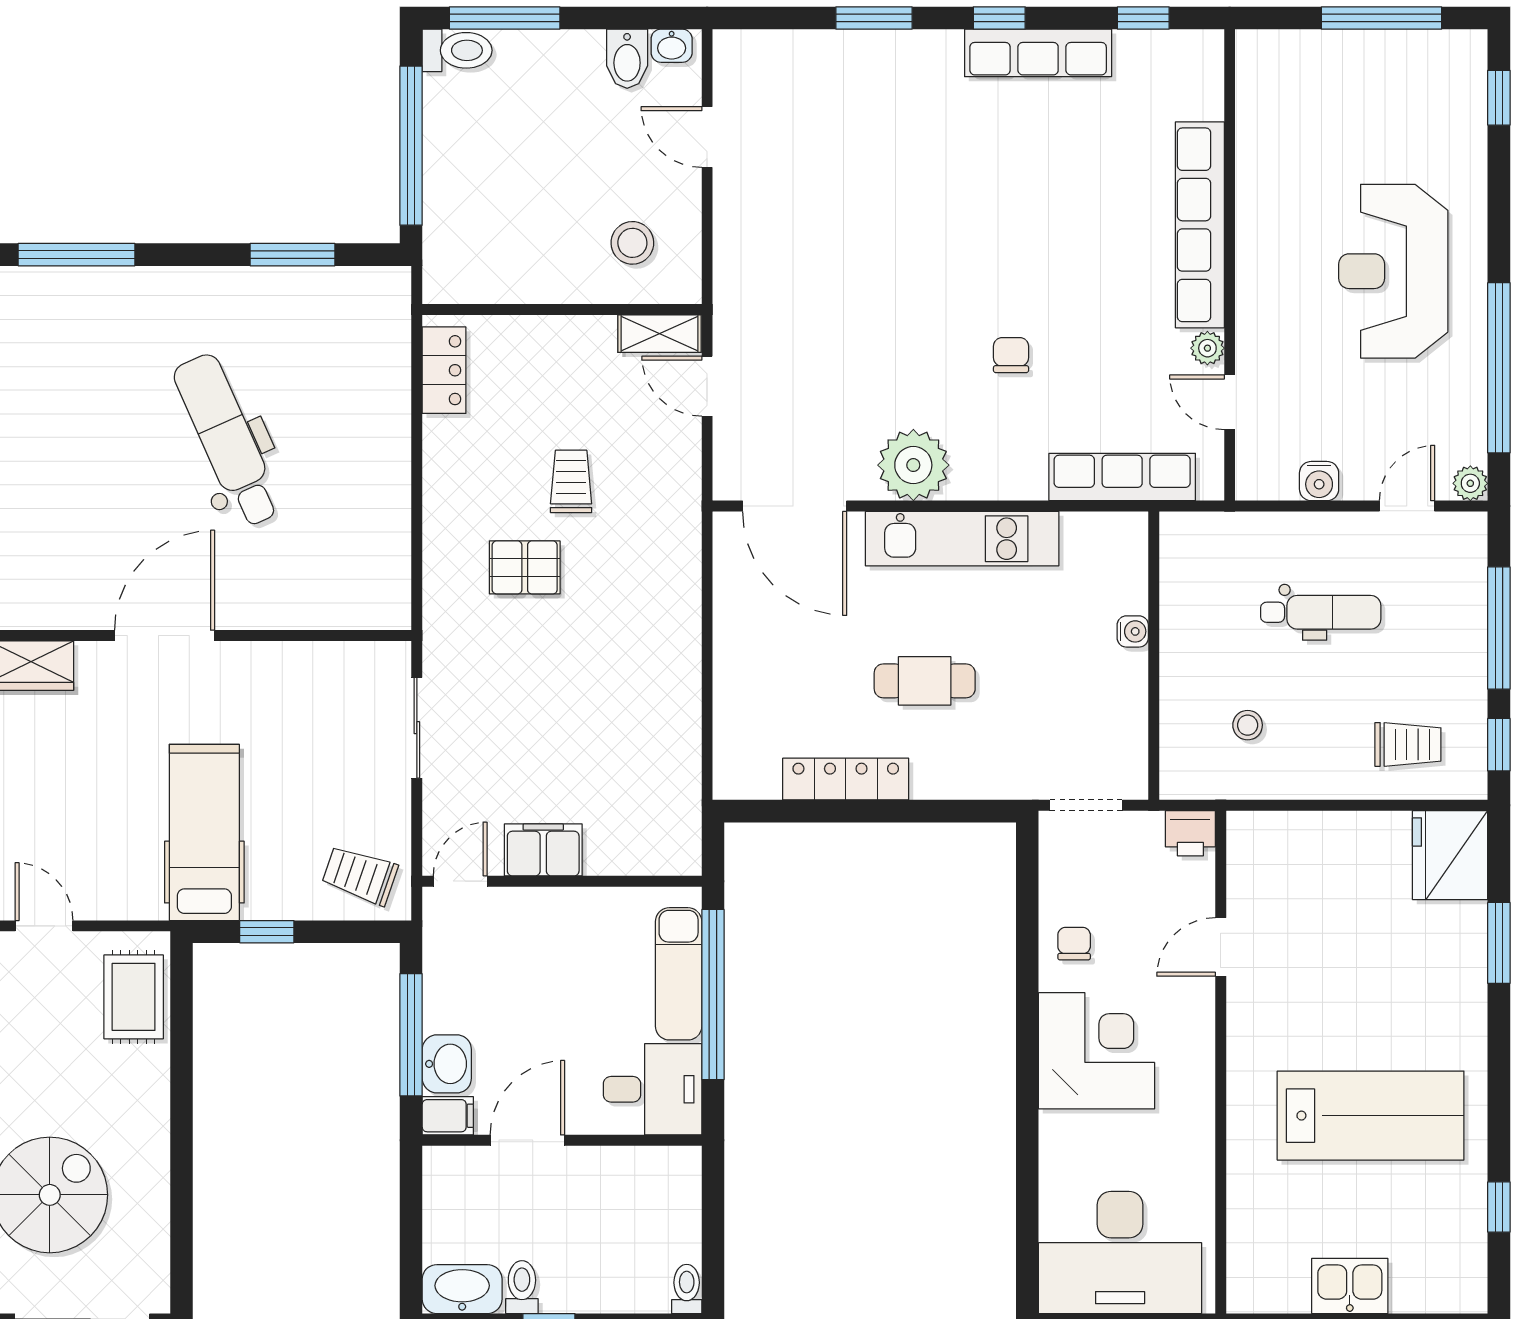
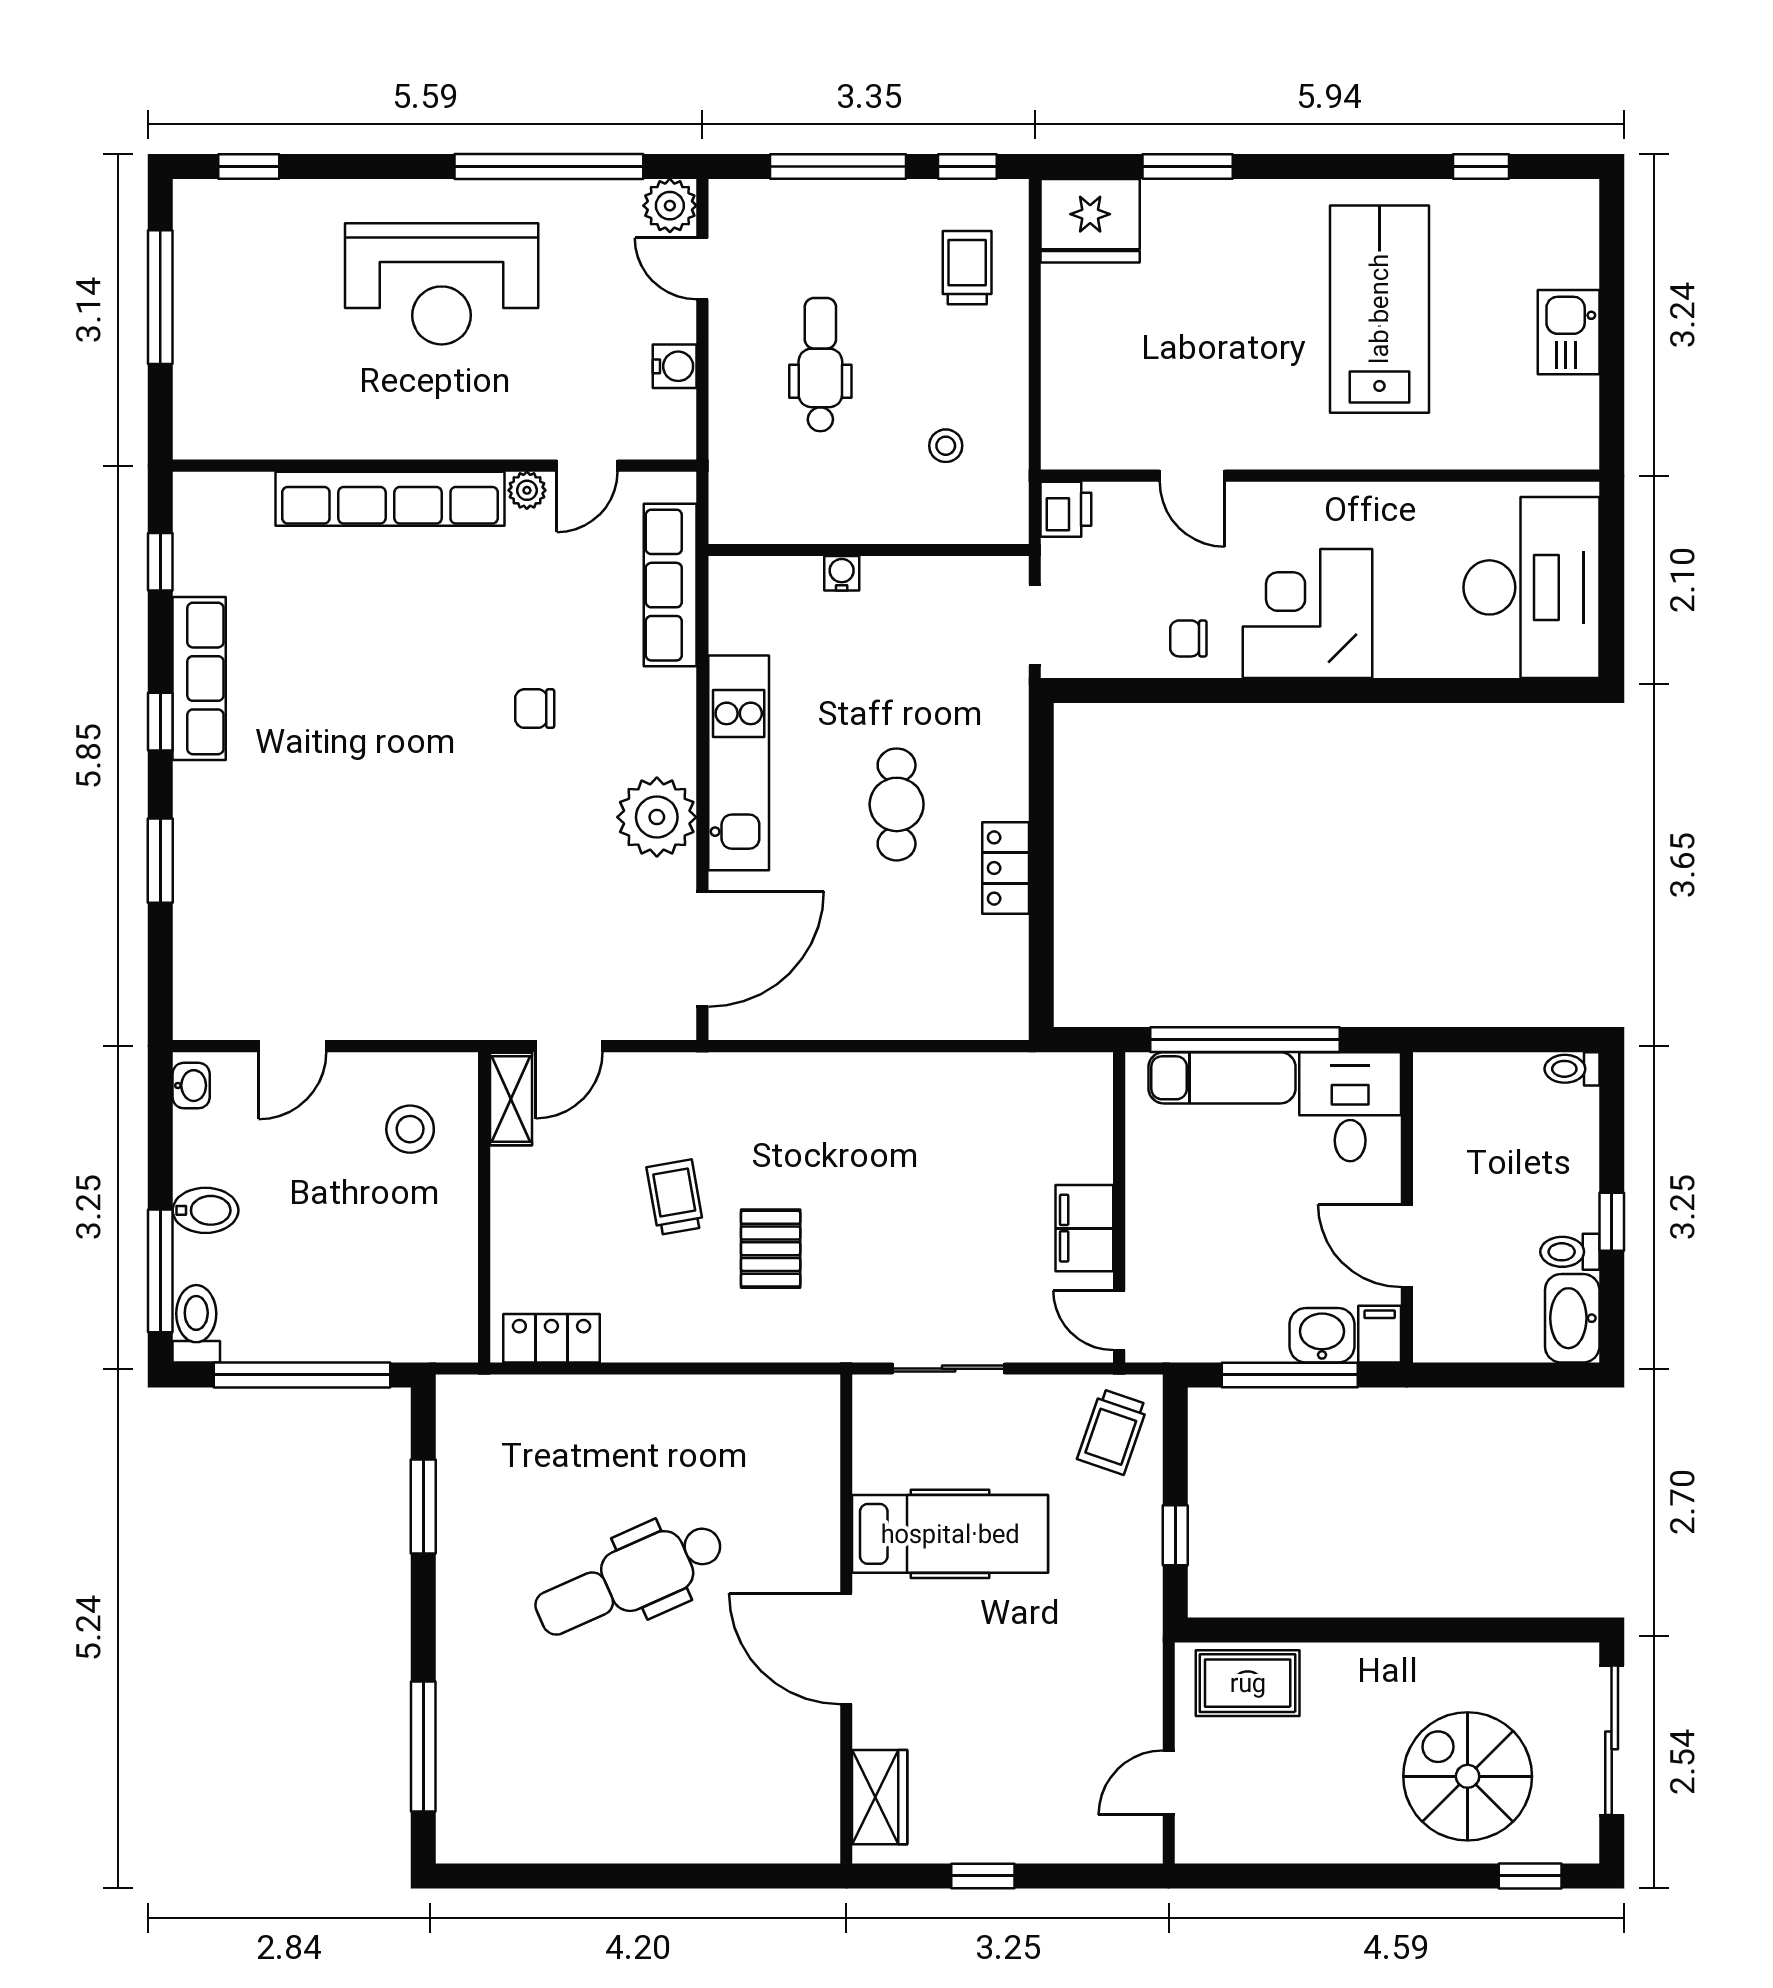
bidet: (627, 59) -> (205, 1210), moved
trolley: (571, 481) -> (675, 1197), turned 80
plant: (1470, 483) -> (670, 206), width x1.38, depth x1.38
locker: (846, 779) -> (1006, 868), width x0.66
hospital bed: (204, 832) -> (950, 1534), moved, turned 180

